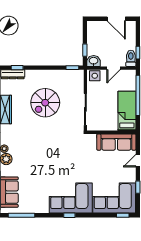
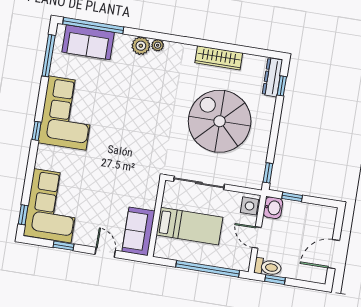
spiral stairs: (45, 103) -> (220, 121), width x1.37, depth x1.37
bed: (127, 111) -> (189, 226), moved
sofa: (116, 142) -> (138, 231), width x0.73
corner sofa: (71, 198) -> (67, 113), moved

